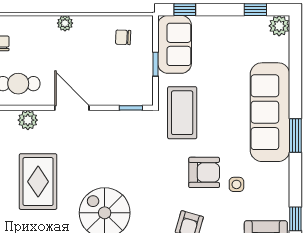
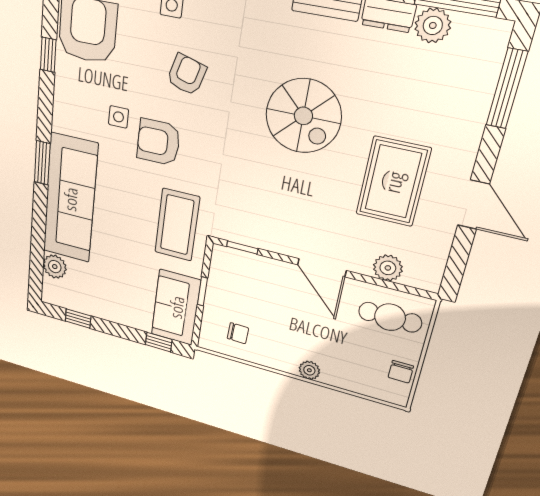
plant: (279, 26) -> (55, 267), moved

